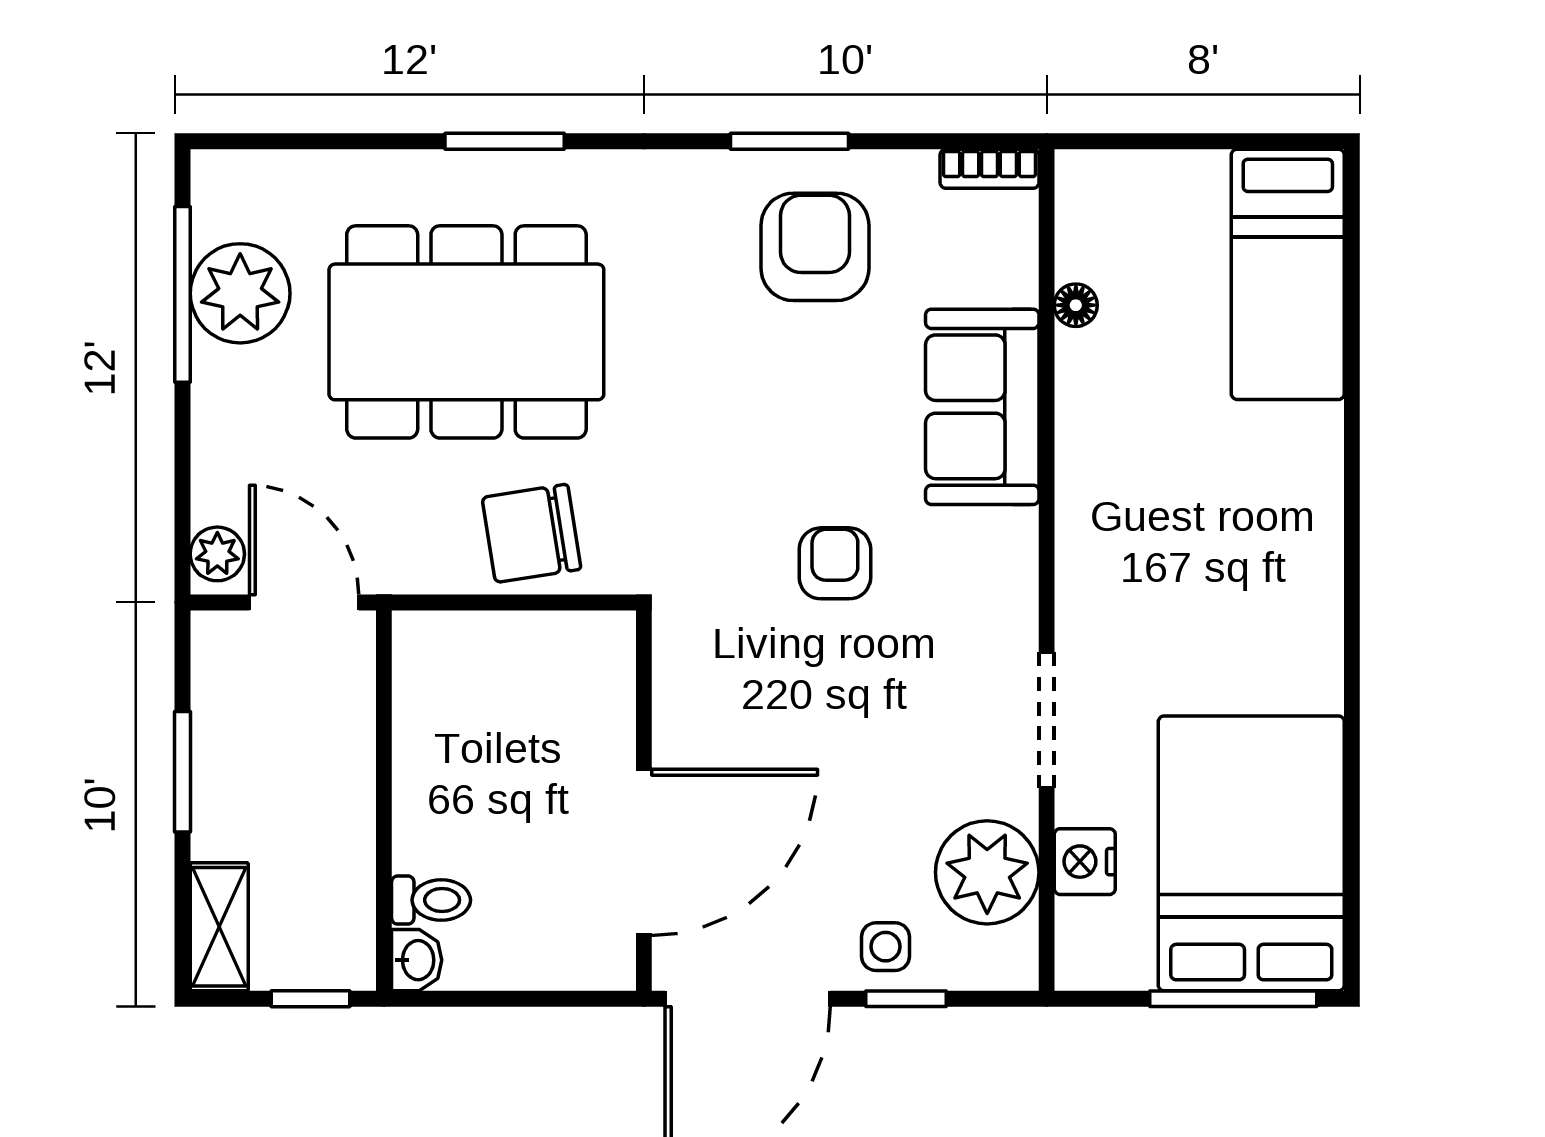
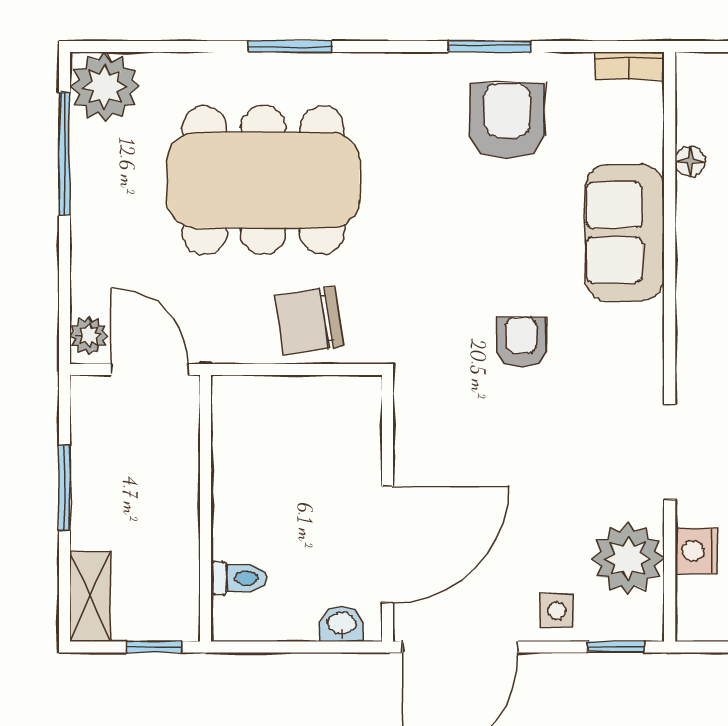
plant: (240, 293) -> (105, 87), moved
washbasin: (417, 960) -> (342, 624), moved, turned -90
window: (906, 999) -> (616, 647), moved

